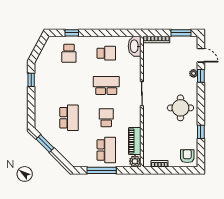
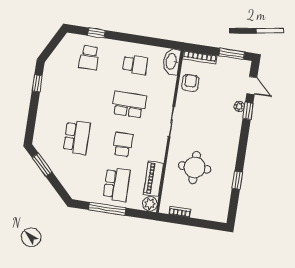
round table: (180, 108) -> (195, 167), moved
armchair: (187, 156) -> (190, 83), moved

